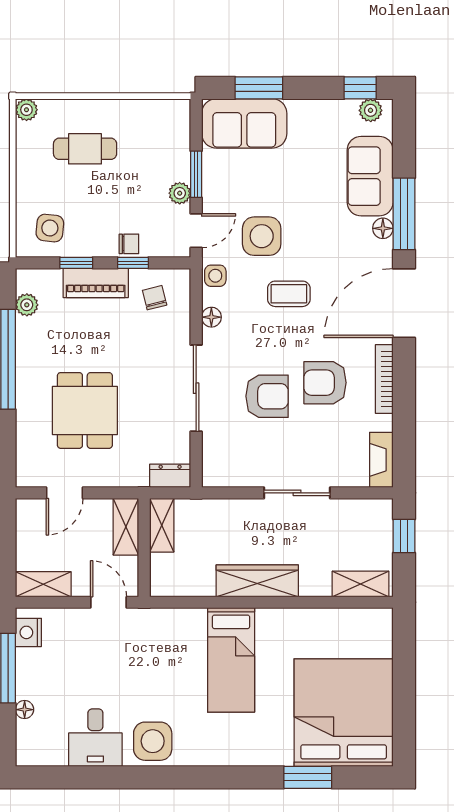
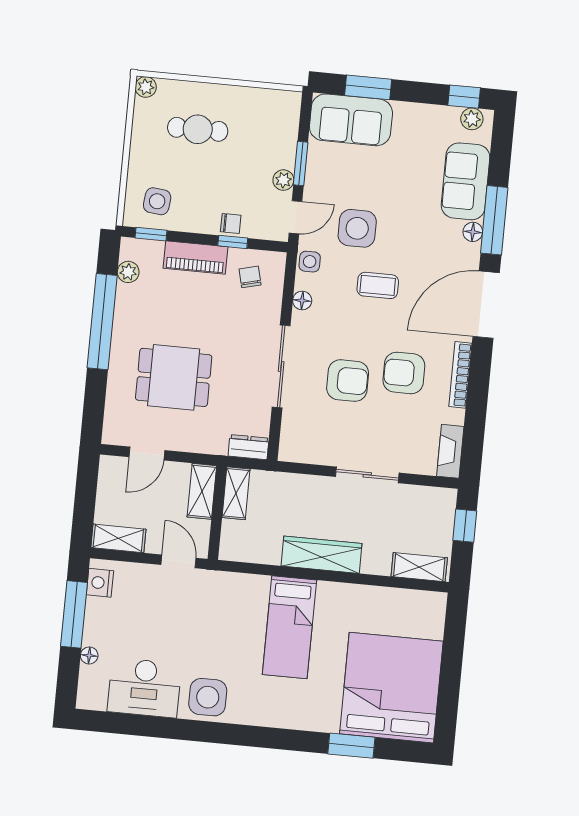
window: (76, 263) -> (151, 234), moved
dining table: (85, 410) -> (174, 377), turned 90
desk: (95, 738) -> (144, 688), width x1.37

